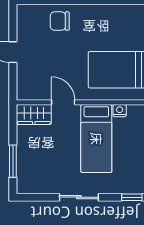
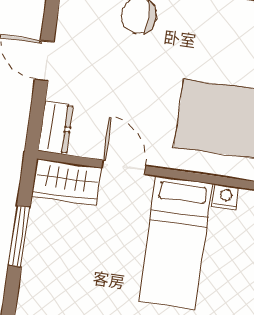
dresser: (24, 87) -> (56, 128), added
window: (13, 161) -> (19, 236), moved

